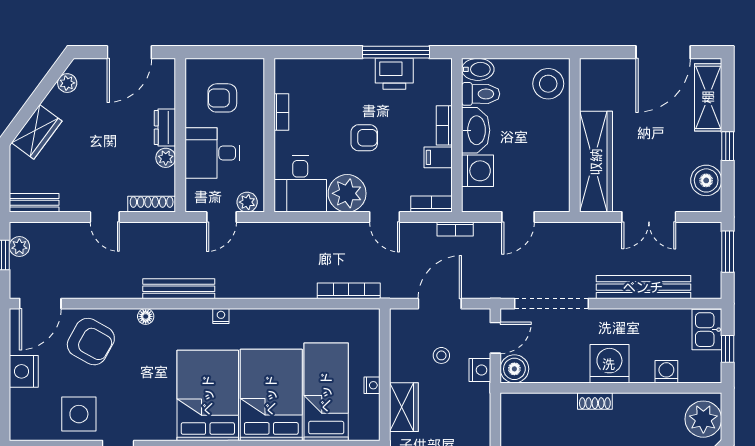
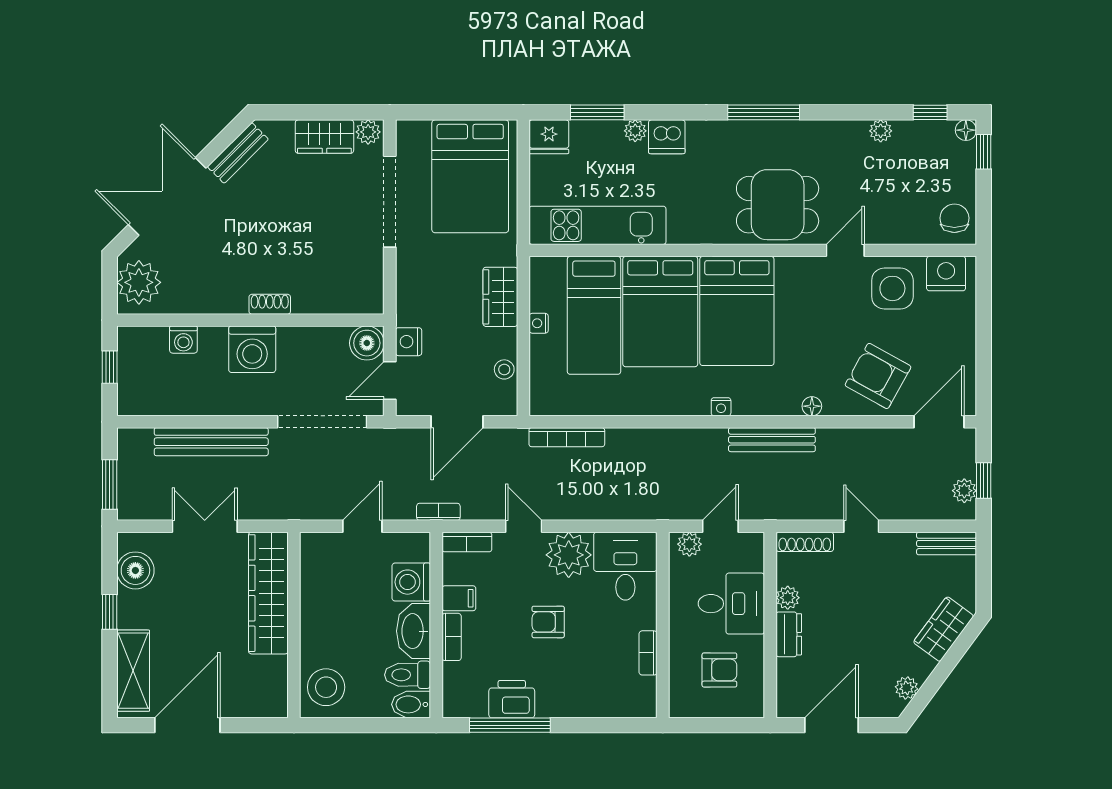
kitchen sink: (707, 330) -> (135, 390), removed
stool: (441, 355) -> (504, 369), moved
nightstand: (24, 371) -> (946, 274), moved, turned -90

